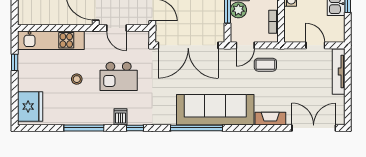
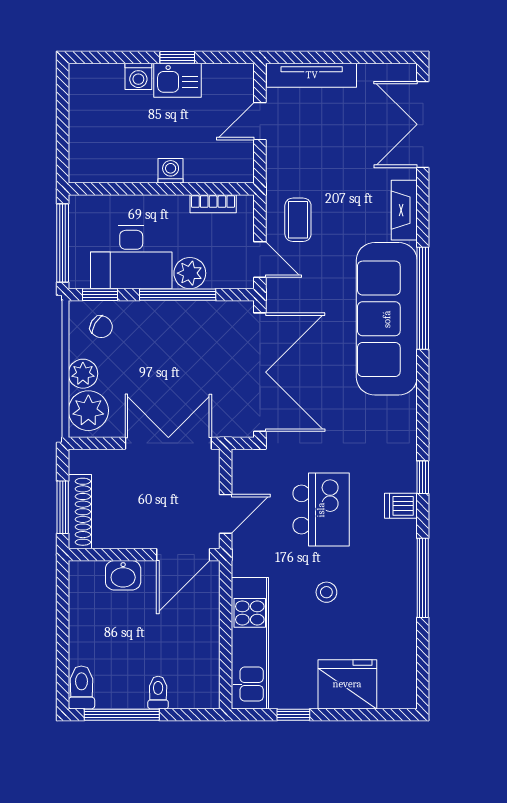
fridge: (30, 106) -> (347, 684), moved
window: (196, 128) -> (423, 298), moved

